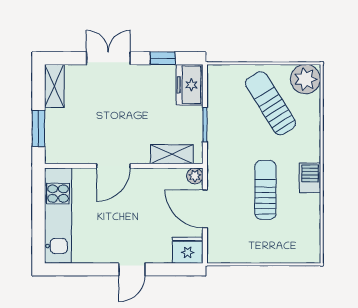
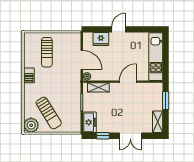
sun lounger: (265, 190) -> (47, 52), moved
fridge: (188, 250) -> (101, 39), moved

